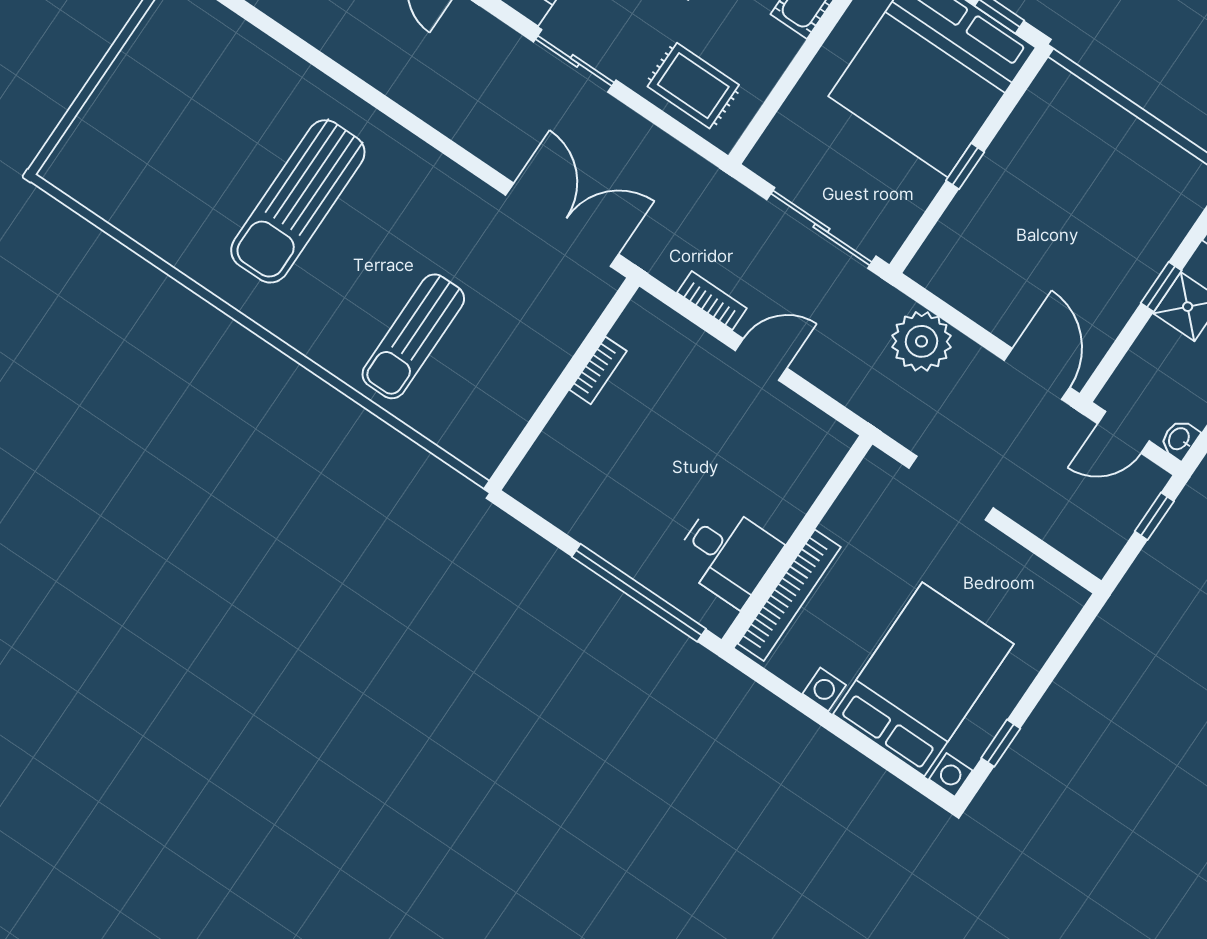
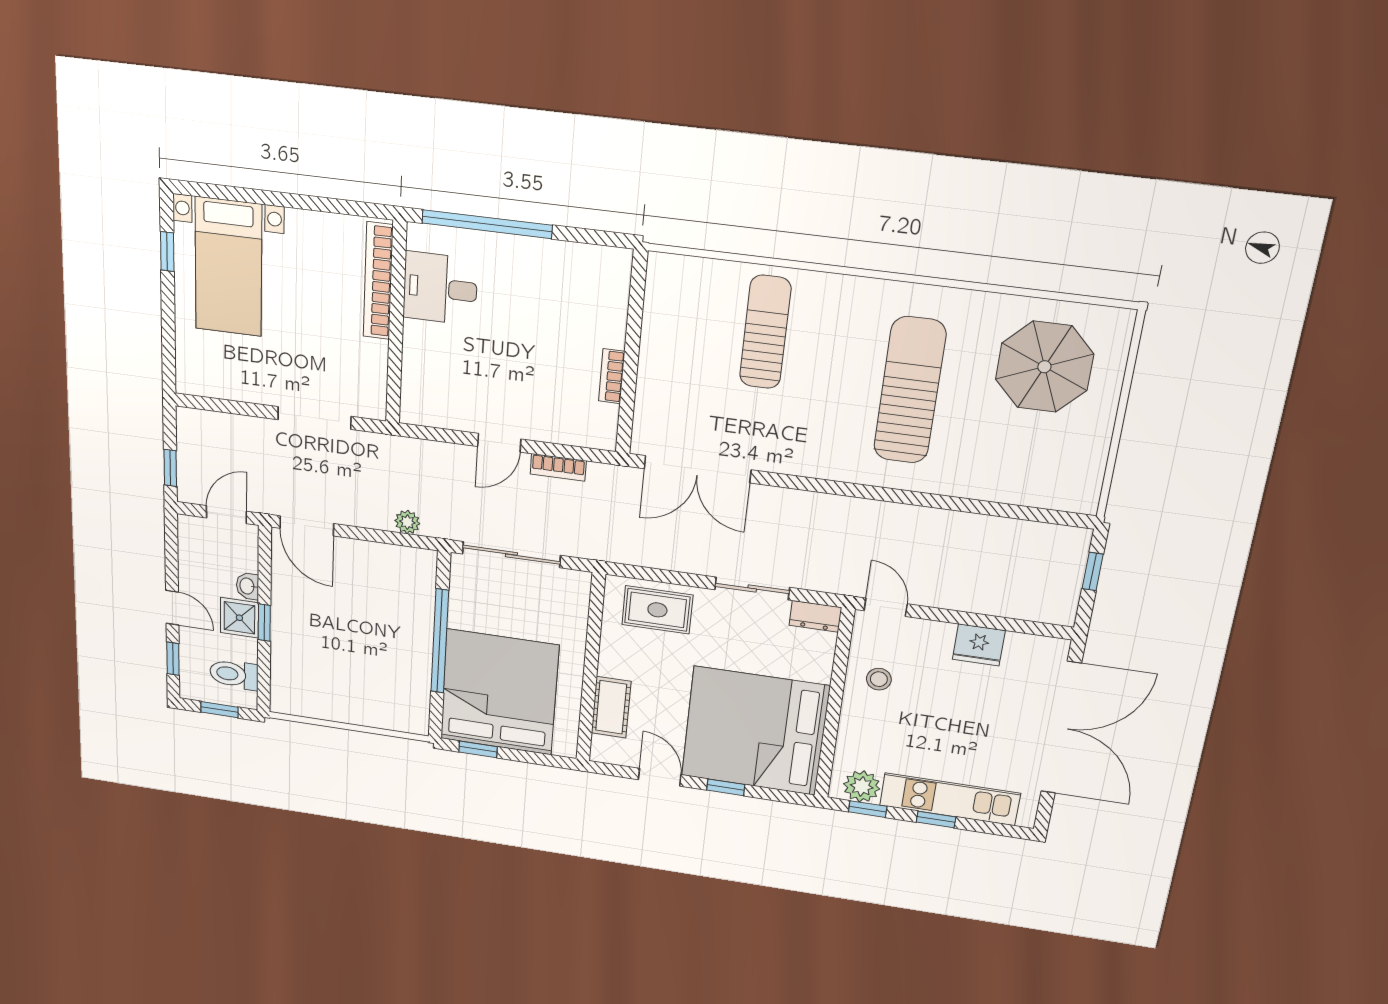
parasol: (152, 160) -> (1044, 367), added
window: (965, 166) -> (440, 641), width x3.17
plant: (921, 341) -> (407, 522), width x0.53, depth x0.53
washbasin: (1179, 439) -> (248, 586), moved, turned 180
bed with nightstands: (923, 679) -> (228, 267), width x0.73

